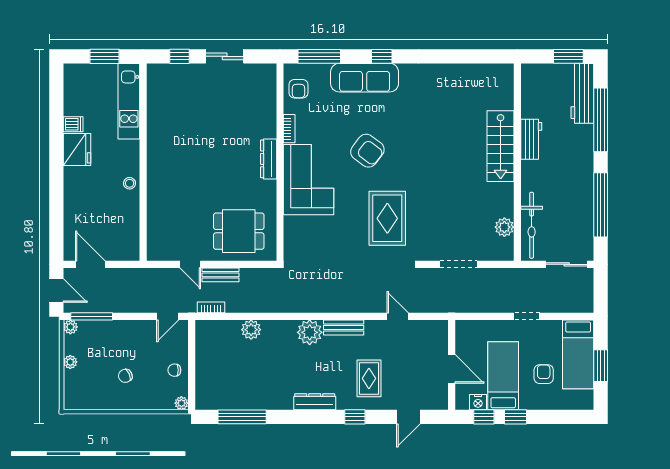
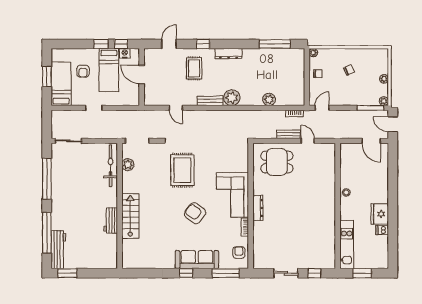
workbench: (531, 139) -> (111, 220), moved
stairs: (501, 146) -> (130, 216), moved
wall: (517, 162) -> (120, 206), moved
bicycle: (532, 225) -> (111, 166), moved
plant: (504, 227) -> (128, 165), moved

